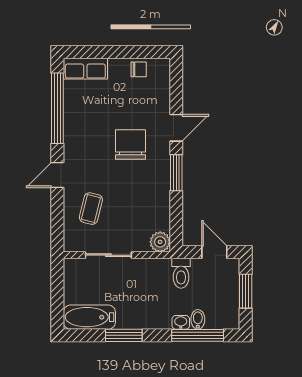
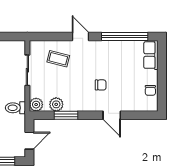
chair: (131, 144) -> (101, 85), width x0.54, depth x0.54
window: (176, 173) -> (66, 115), moved
plant: (160, 212) -> (56, 104), added
toilet: (181, 273) -> (15, 108), moved

